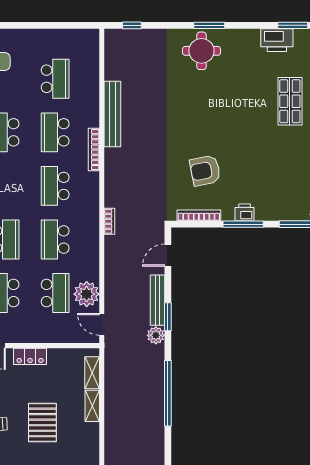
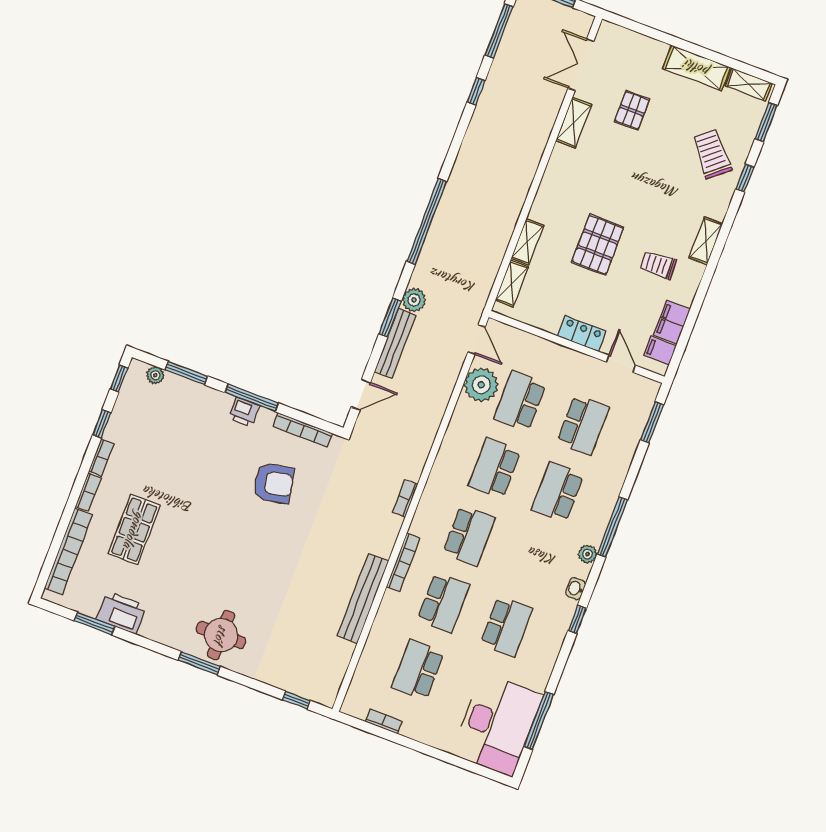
bookcase: (65, 34) -> (384, 721), added
bookcase: (109, 221) -> (405, 498), moved
school desk: (55, 239) -> (495, 468), turned 180

